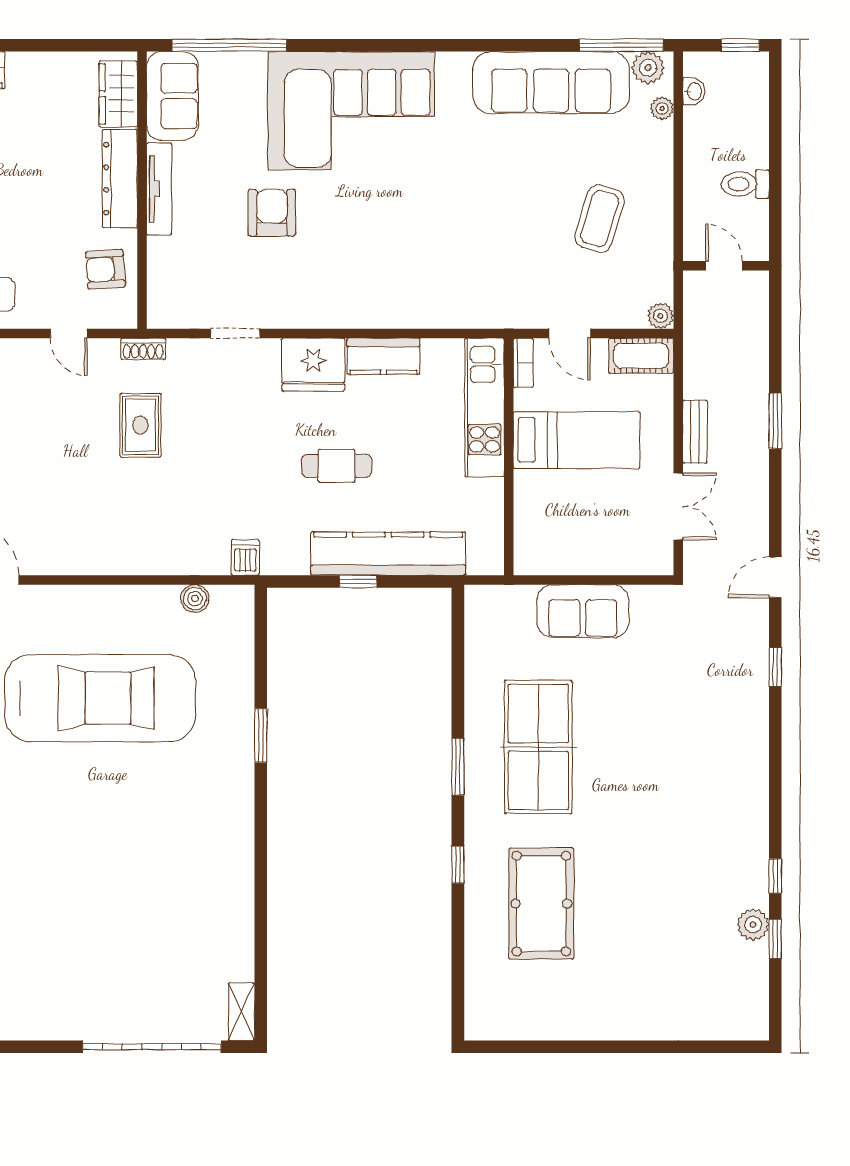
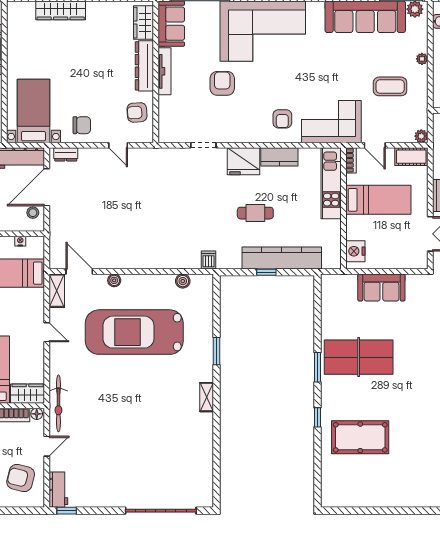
plant: (662, 108) -> (422, 59), moved
coffee table: (600, 219) -> (390, 86), turned 73
armchair: (389, 282) -> (282, 119), added
corner sofa: (485, 287) -> (331, 122), added
shoe rack: (143, 349) -> (156, 153), removed
rug: (140, 425) -> (155, 192), removed
nightstand: (532, 540) -> (355, 251), added
boiler: (61, 597) -> (114, 280), added
car: (100, 698) -> (134, 332), turned 180
table tennis table: (538, 747) -> (359, 357), turned 90
pool table: (541, 904) -> (360, 437), turned 90
shelving: (241, 1012) -> (207, 397), moved

